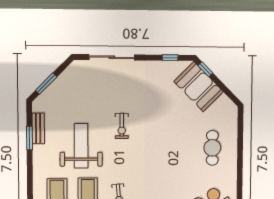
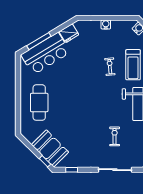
exercise bike: (122, 126) -> (115, 136), moved
cafe table: (212, 148) -> (39, 103), width x1.37, depth x1.35

